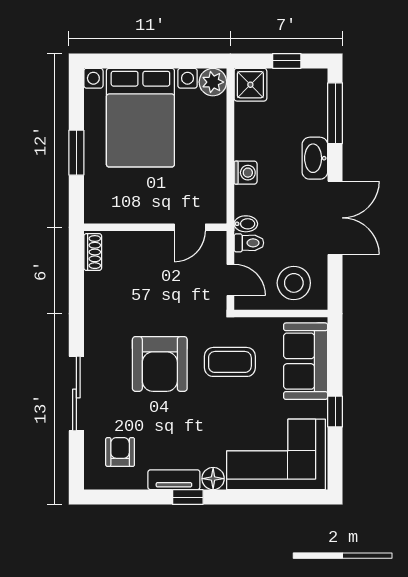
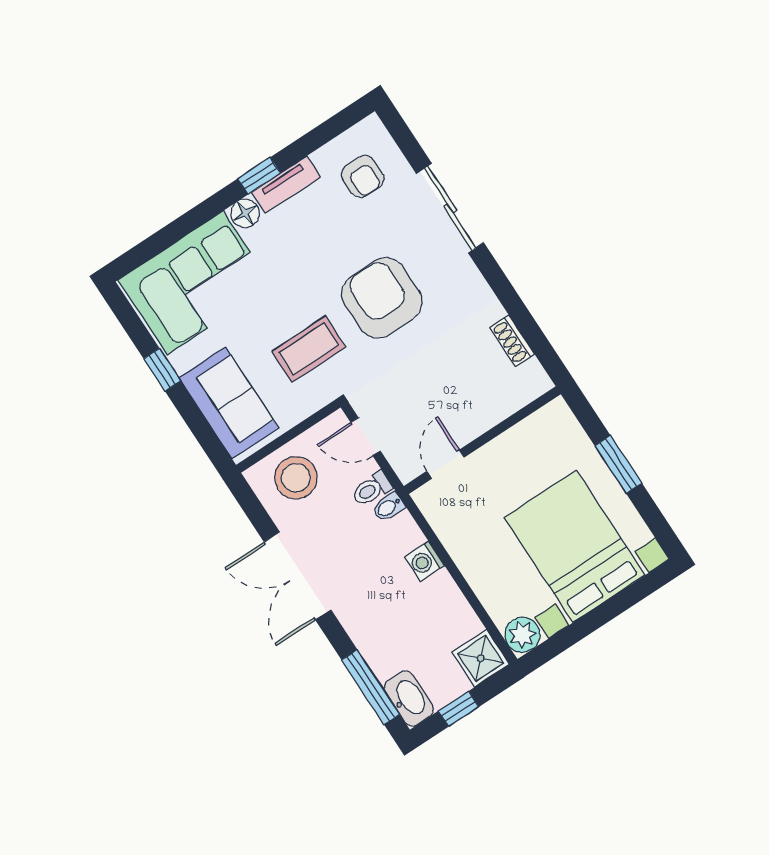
washbasin: (315, 158) -> (409, 698), moved
shoe rack: (93, 252) -> (512, 341), moved

